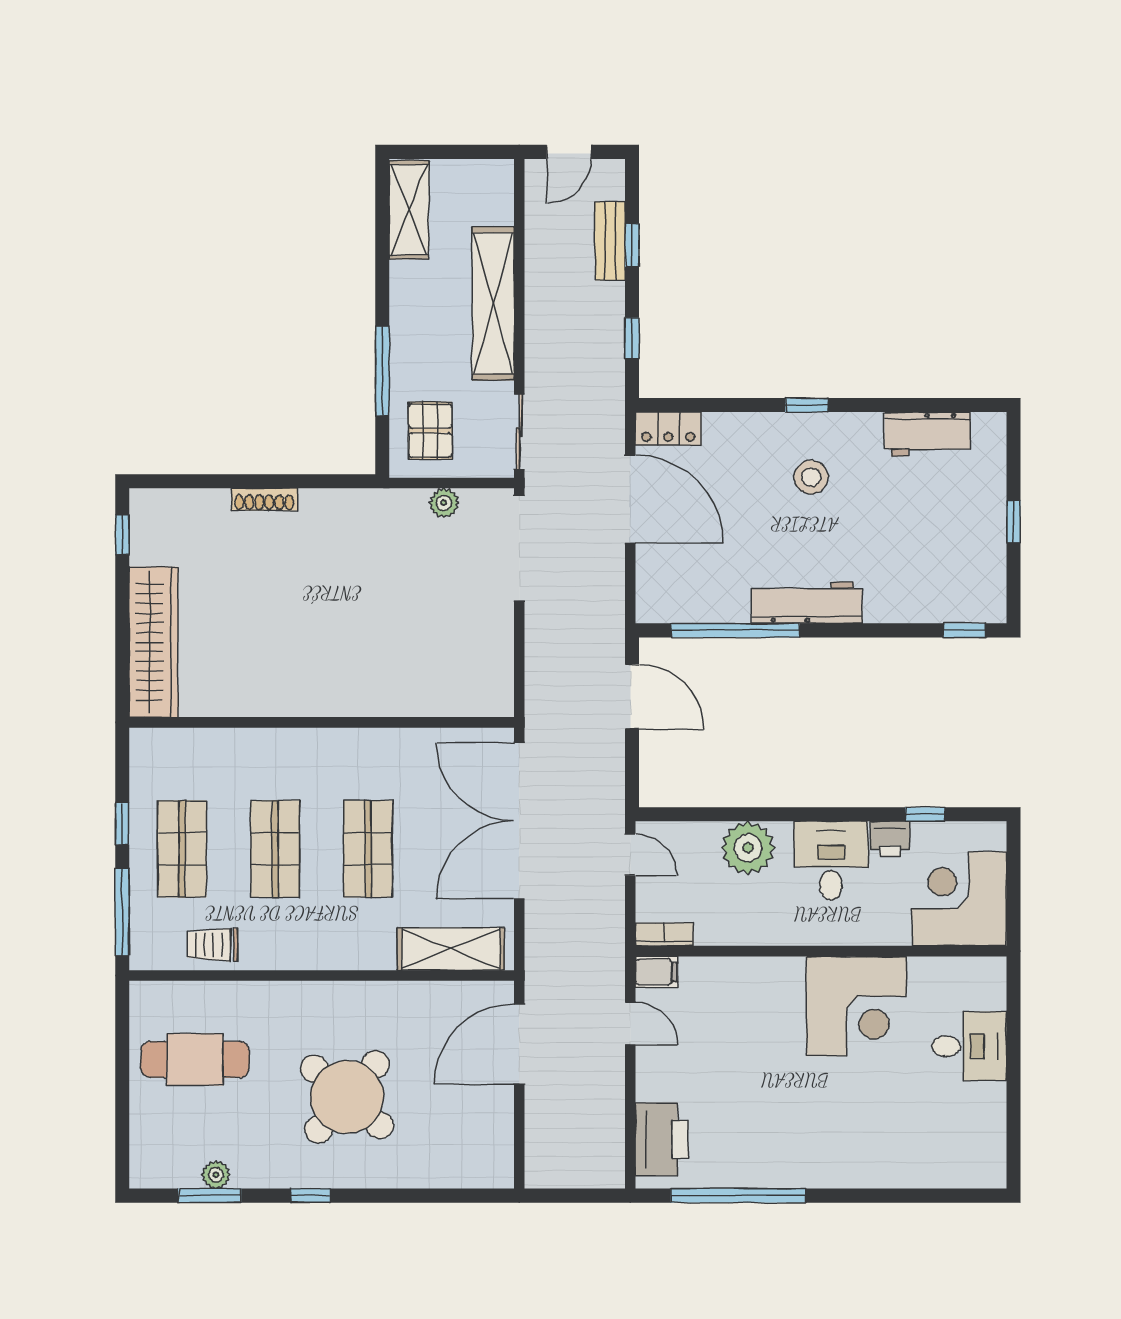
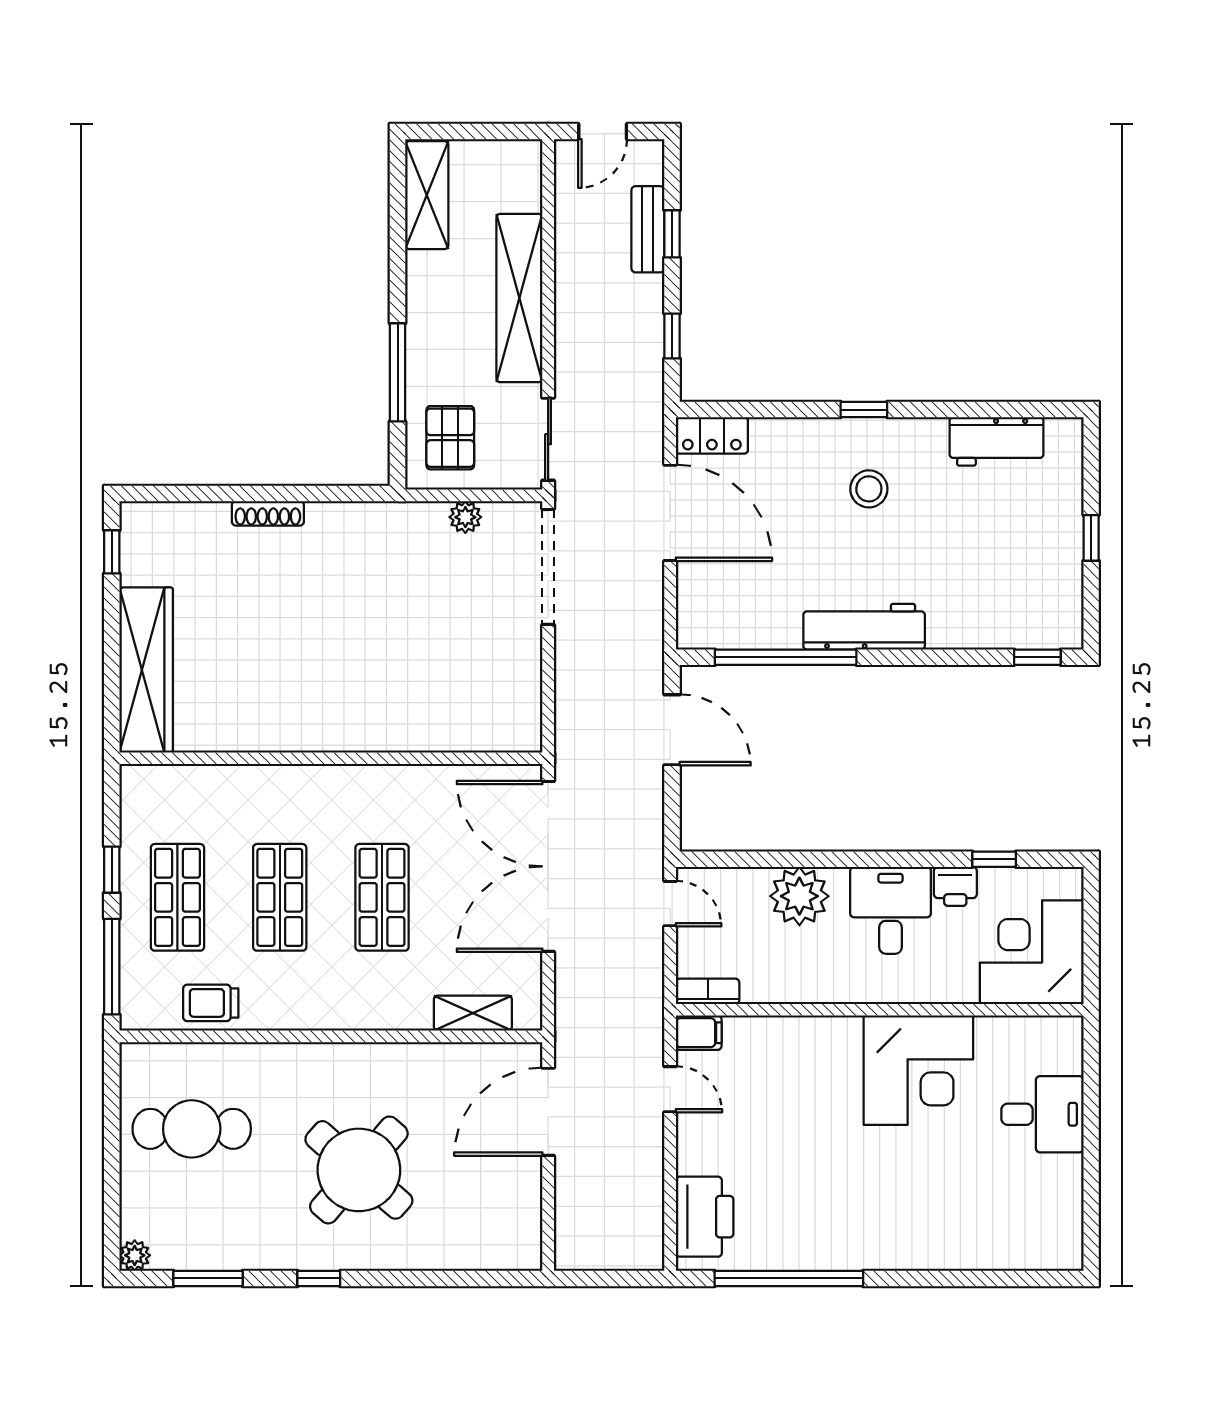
shelving: (451, 949) -> (473, 1013), width x0.67, depth x0.75
plant: (216, 1175) -> (135, 1255), moved

